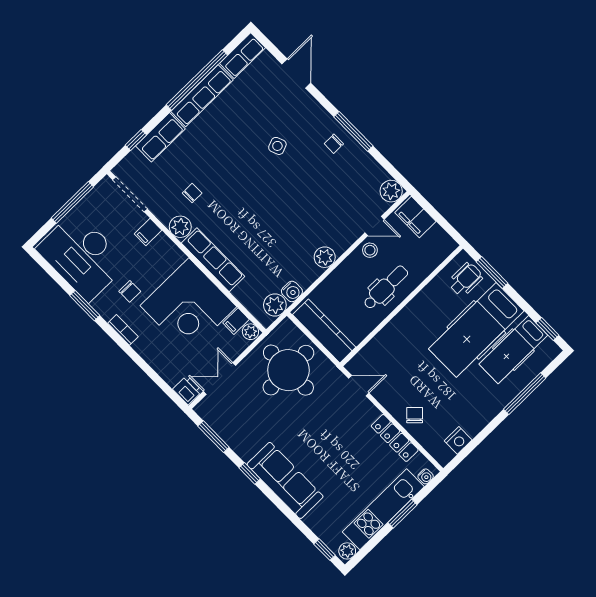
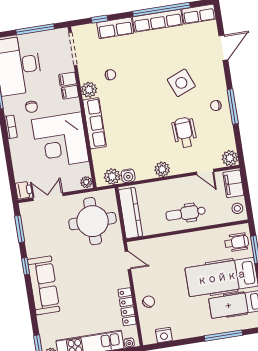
side table: (277, 146) -> (181, 83), width x1.87, depth x1.87
wheelchair: (320, 199) -> (184, 133), added
stool: (370, 250) -> (237, 208), moved
dental chair: (386, 287) -> (186, 213), turned 180
filing cabinet: (236, 321) -> (70, 92), moved

